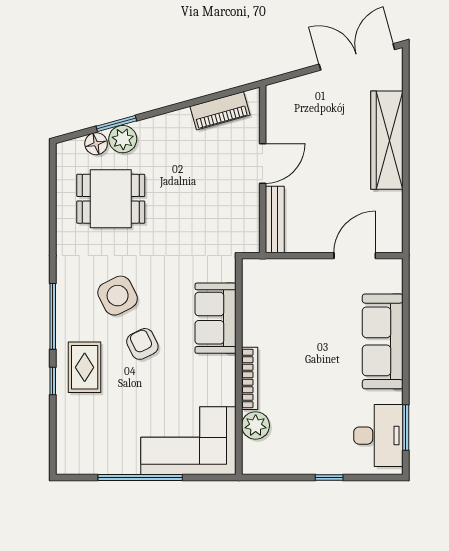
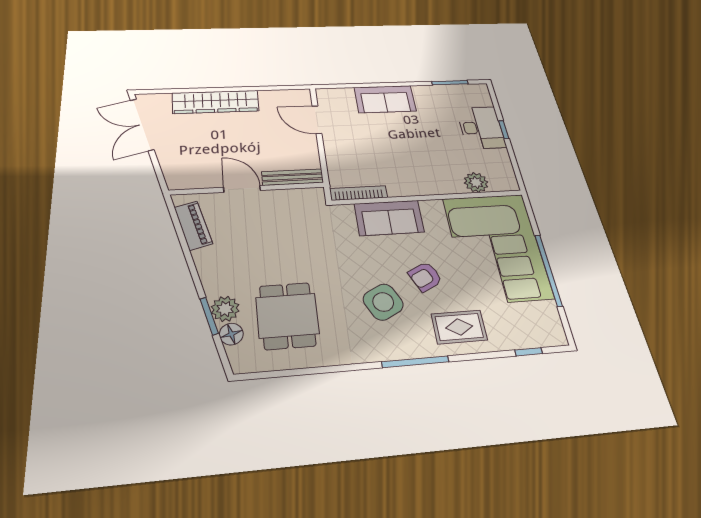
sofa: (383, 341) -> (385, 99), width x0.73
bookcase: (250, 378) -> (359, 193), moved
window: (53, 381) -> (529, 352), moved
desk: (378, 436) -> (481, 128), moved, turned 90
corner sofa: (188, 441) -> (497, 247), width x1.36, depth x1.36

